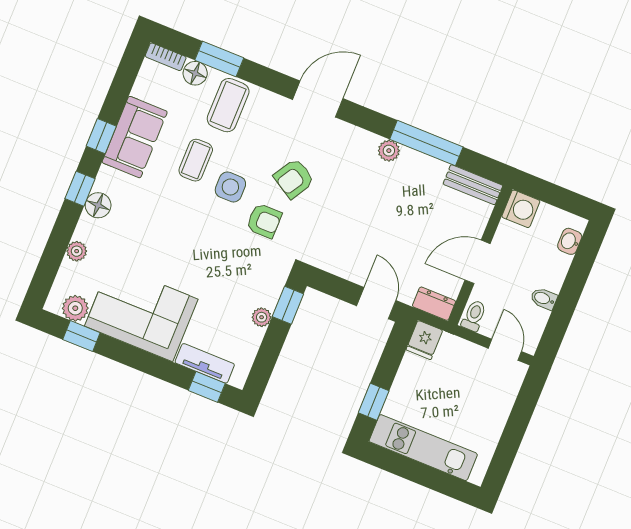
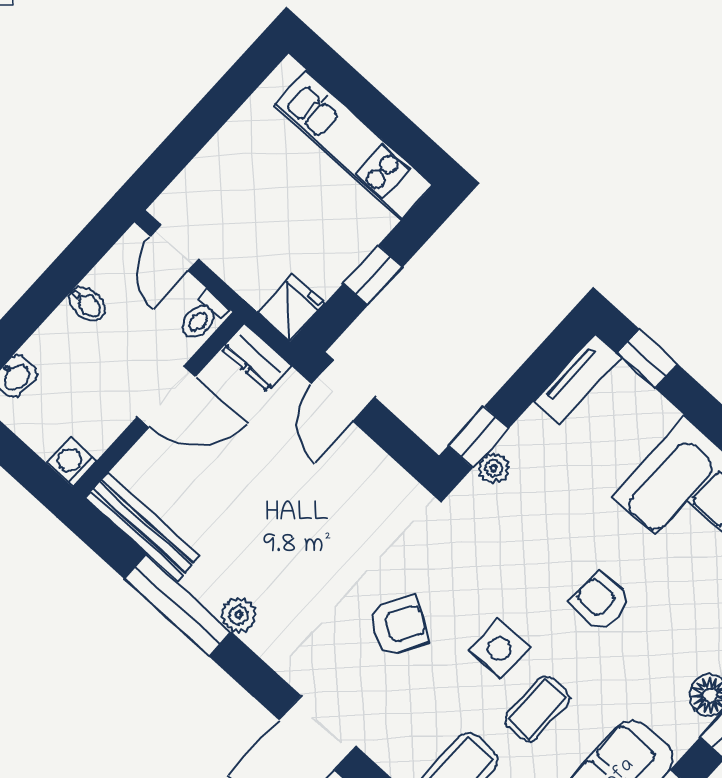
bench: (473, 185) -> (143, 527), width x1.36
washing machine: (521, 209) -> (72, 462), width x0.73, depth x0.73
armchair: (264, 221) -> (601, 601), moved
plant: (262, 317) -> (494, 468), moved
tv unit: (205, 363) -> (577, 379), moved, turned -90
window: (374, 402) -> (373, 275), moved

